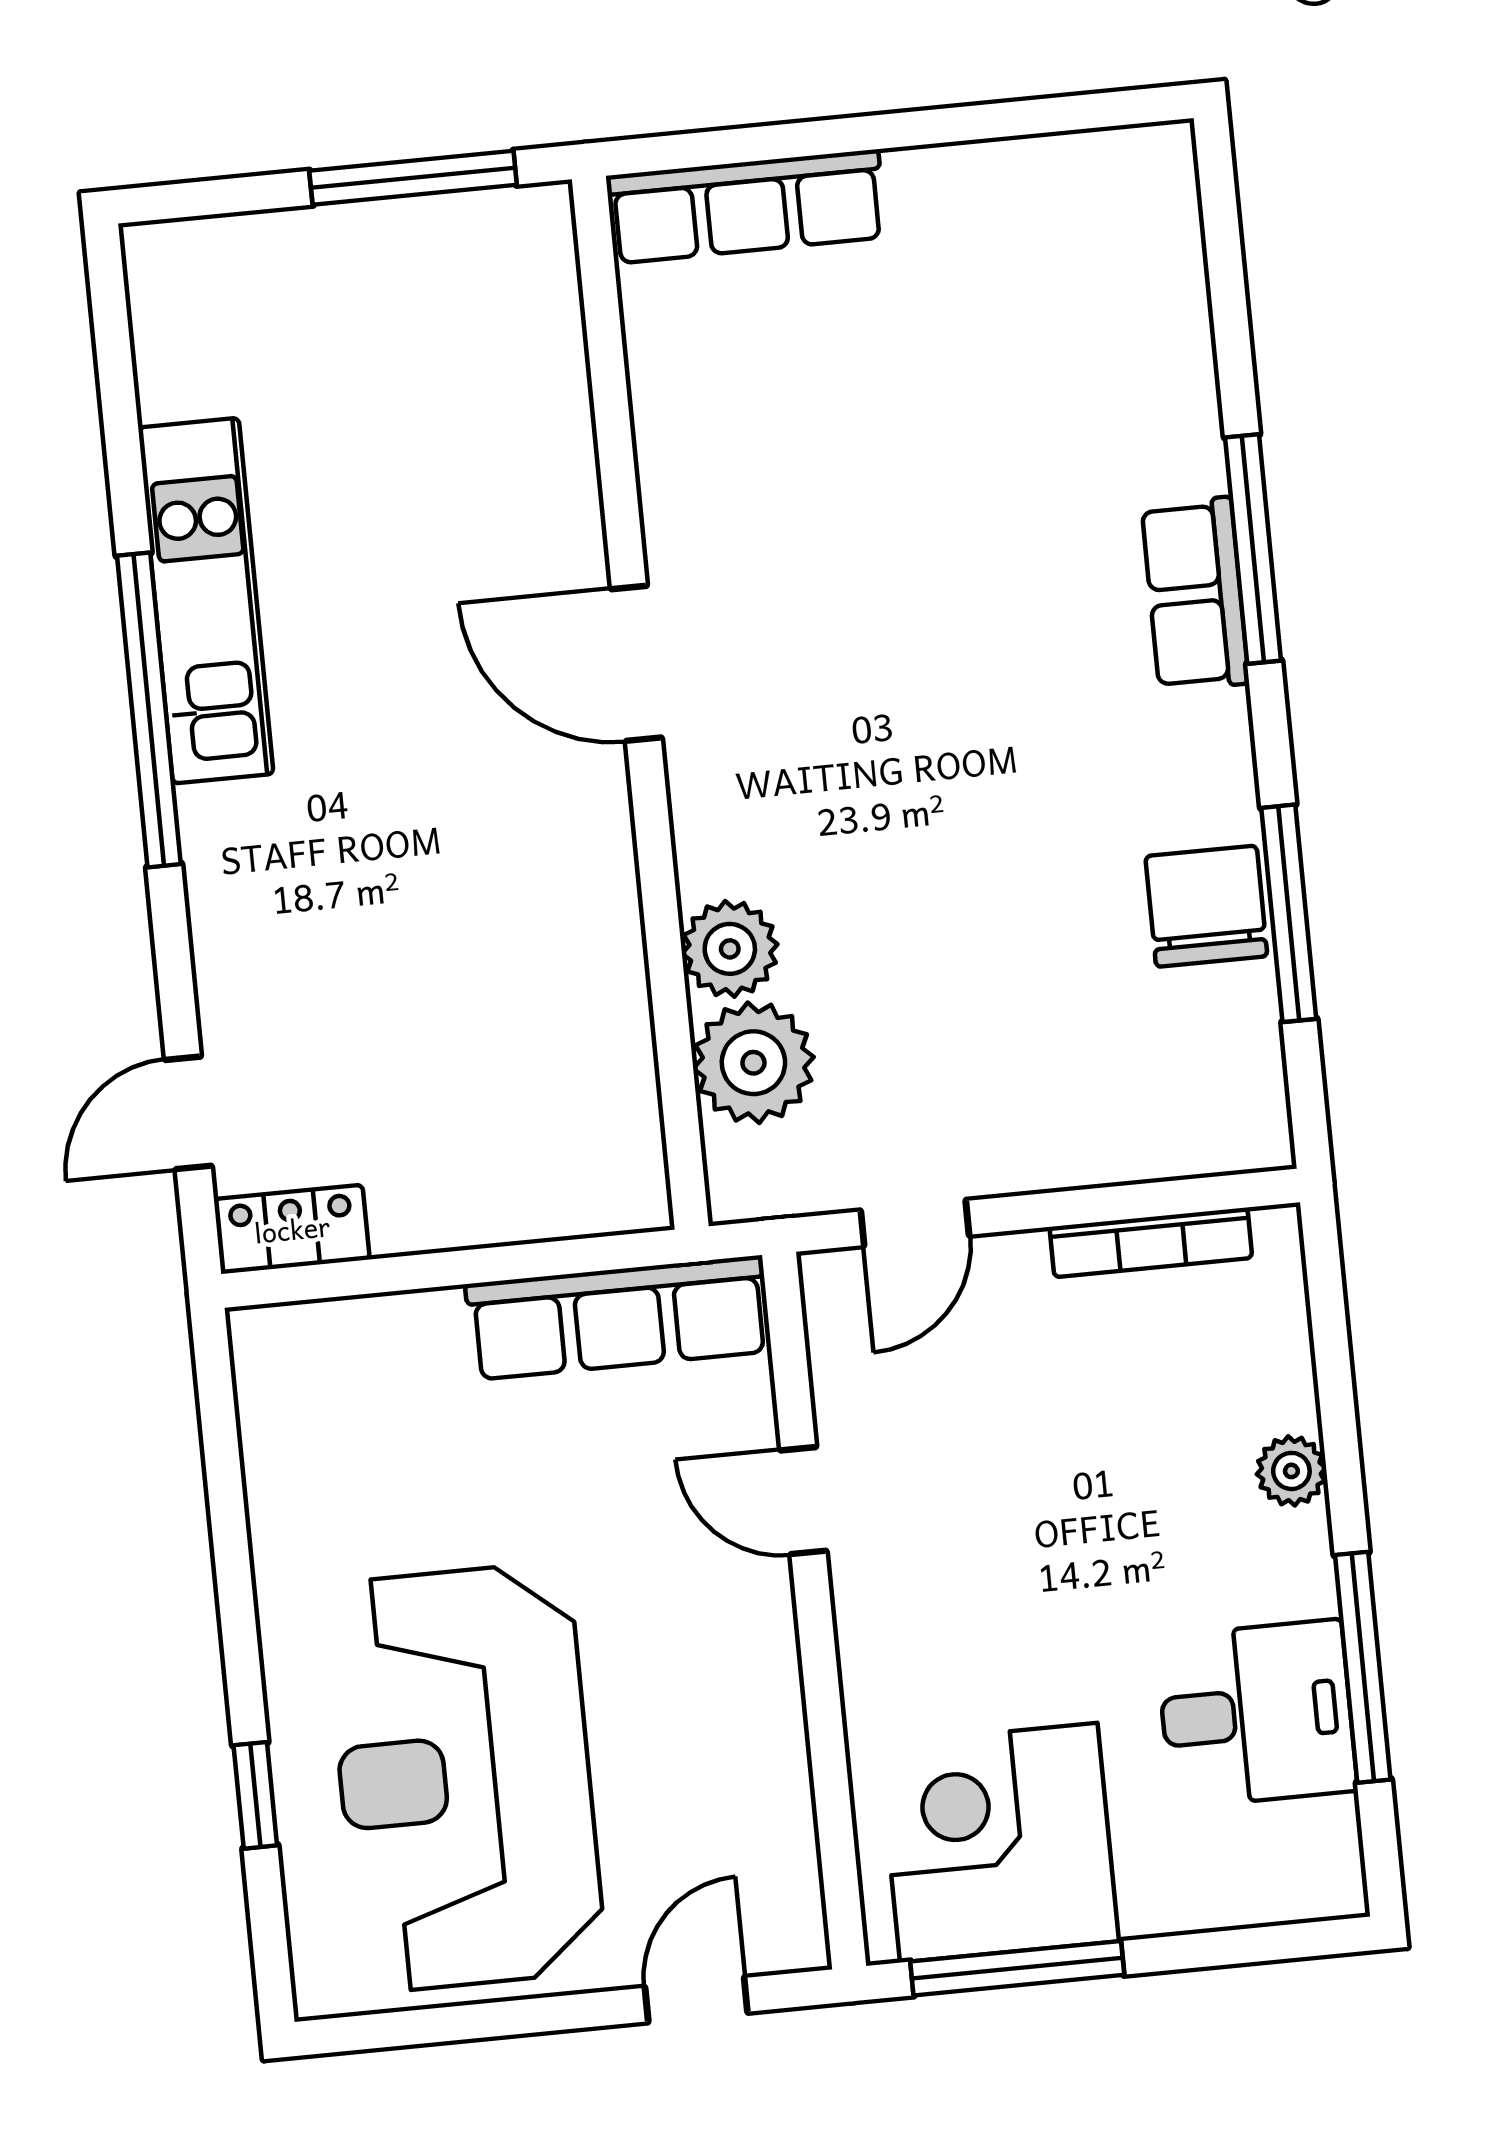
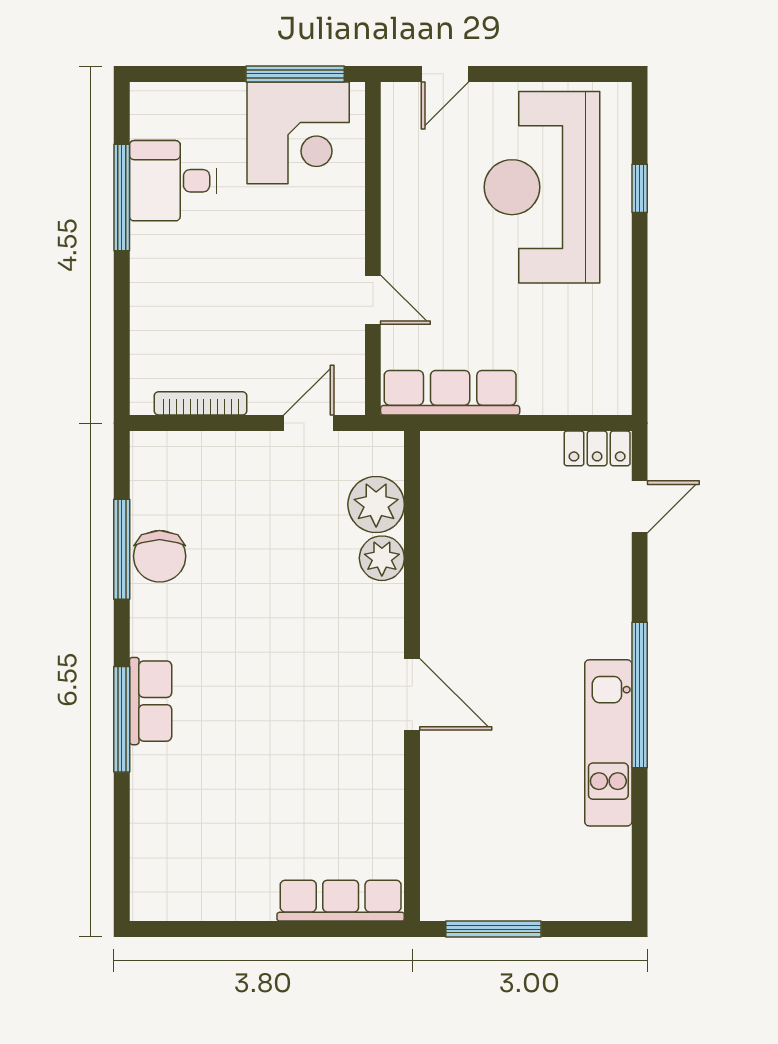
plant: (1291, 1471) -> (146, 291), removed
reception desk: (465, 1777) -> (542, 187), turned 180

